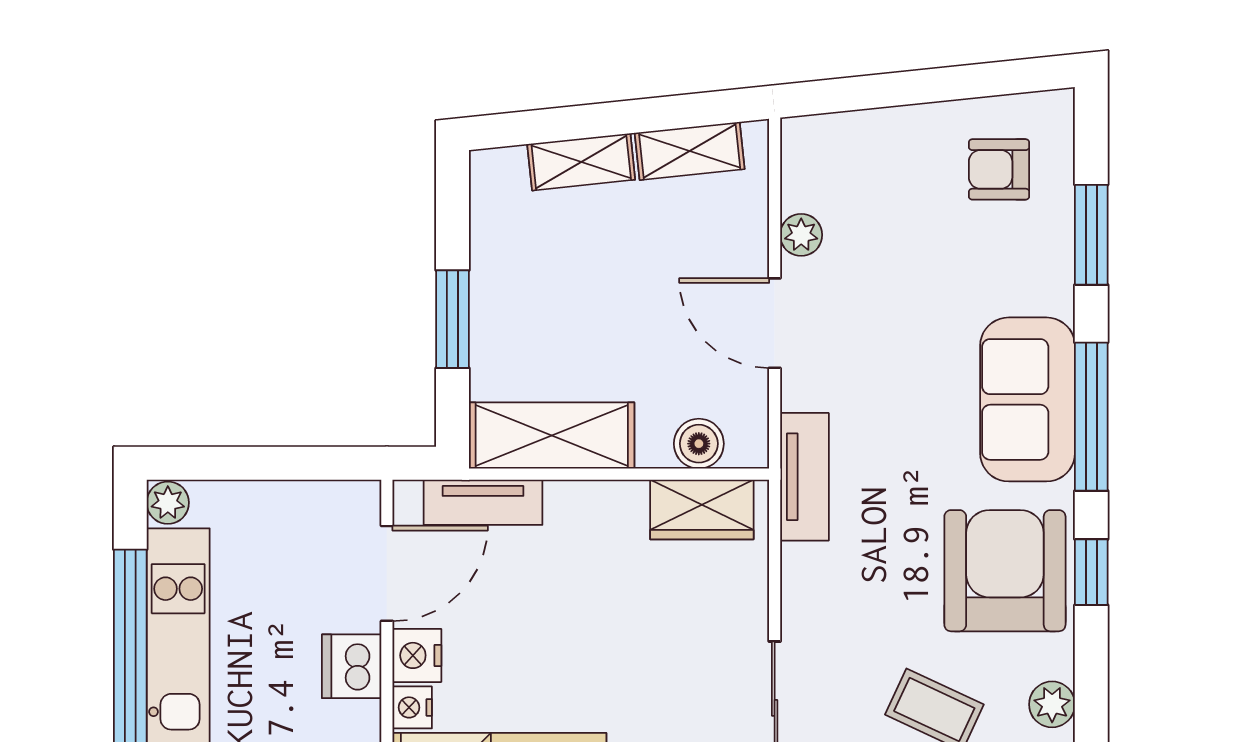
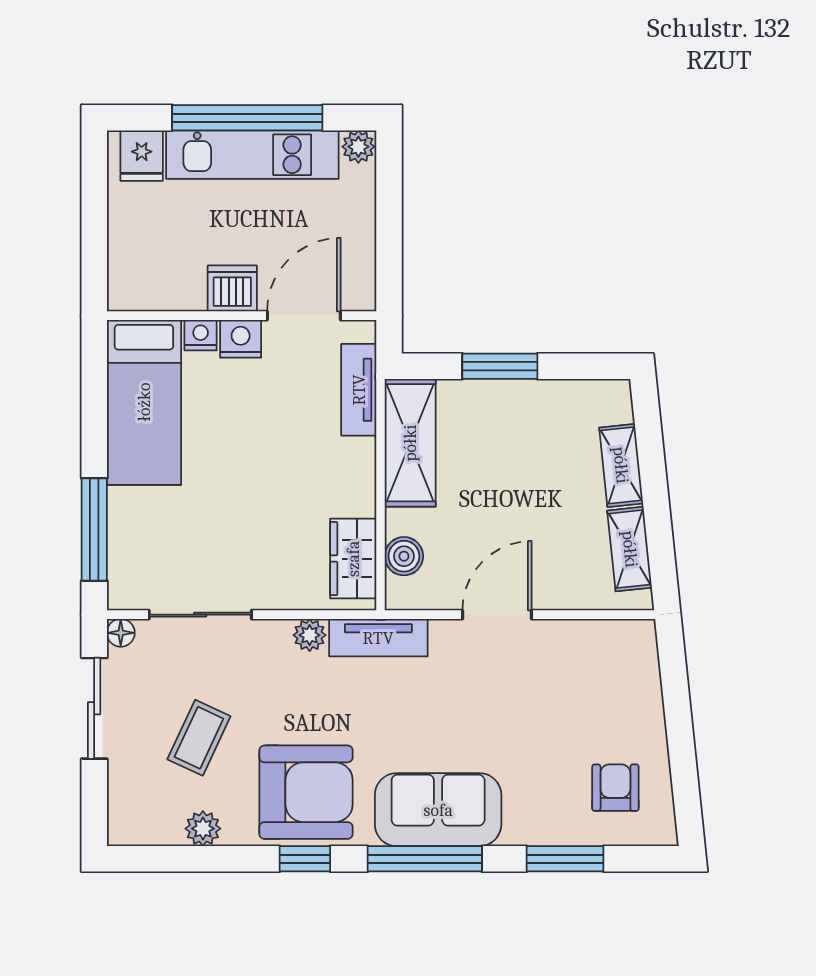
plant: (801, 235) -> (310, 635), moved
door: (387, 573) -> (304, 316), swing flipped

